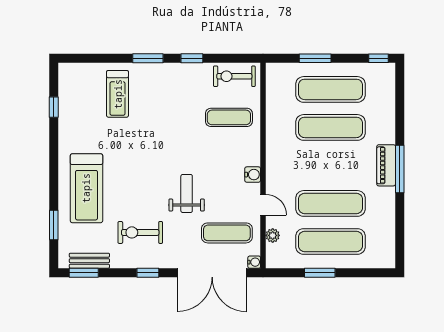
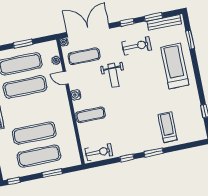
exercise mat: (229, 117) -> (91, 115), moved
bench: (89, 261) -> (164, 22), width x1.36
window: (84, 273) -> (153, 17), moved

